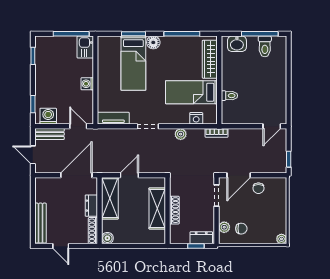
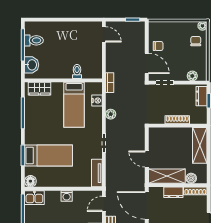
floor lamp: (153, 42) -> (30, 181), moved
wardrobe: (210, 59) -> (40, 89), width x0.67
shelving: (157, 208) -> (200, 145), moved, turned 90
chair: (241, 229) -> (196, 41), moved
boiler: (107, 238) -> (191, 178), moved

